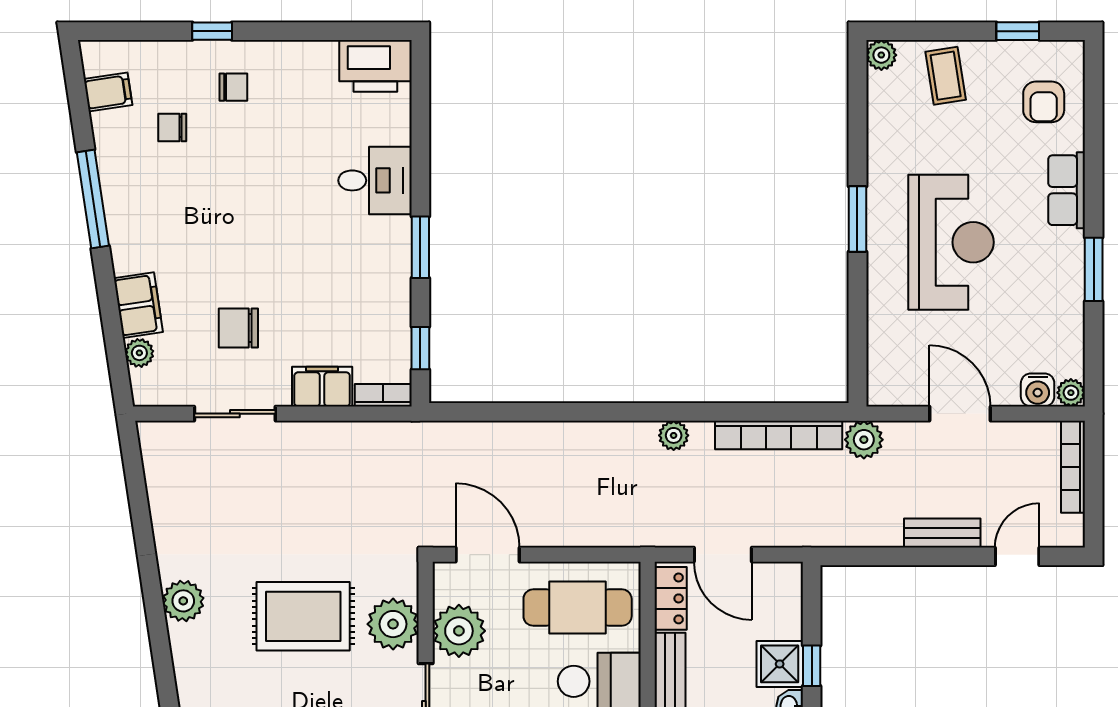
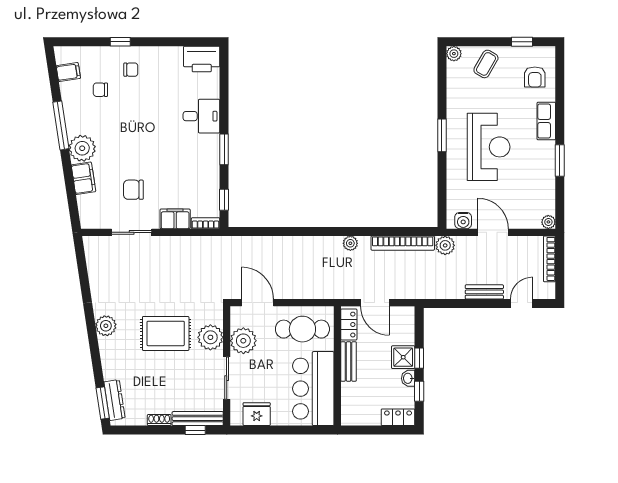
coffee table: (946, 76) -> (486, 64), turned 39
plant: (139, 353) -> (82, 148), moved, width x1.87, depth x1.87
water cooler: (1038, 390) -> (463, 221), moved

